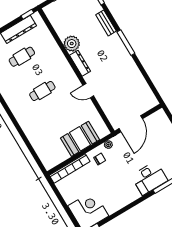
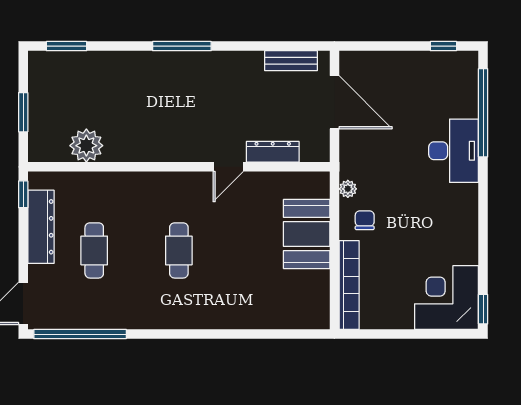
bench: (106, 23) -> (291, 61), moved
plant: (72, 44) -> (86, 146), moved
dresser: (80, 63) -> (273, 152), moved
door: (131, 124) -> (334, 102), moved

